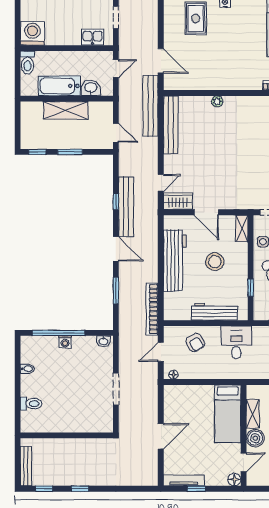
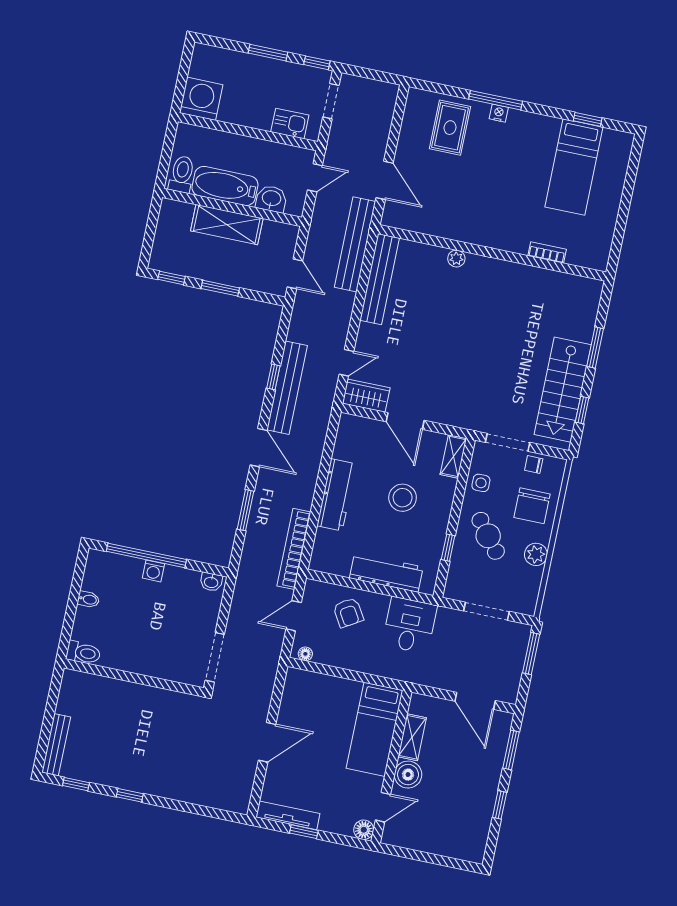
toilet: (28, 63) -> (182, 174), moved, turned 180
workbench: (175, 261) -> (336, 495), width x0.73, depth x0.76
wall: (67, 435) -> (134, 678), moved

